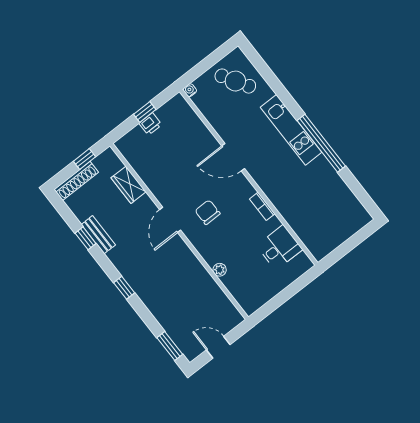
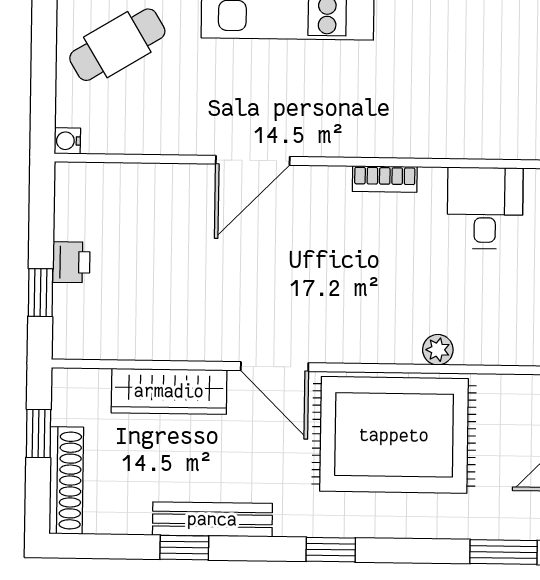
window: (145, 112) -> (40, 293), moved
wardrobe: (129, 185) -> (169, 391), width x1.50
chair: (208, 212) -> (315, 287), removed
bench: (98, 235) -> (212, 519), width x1.36
rug: (179, 278) -> (394, 435), added

